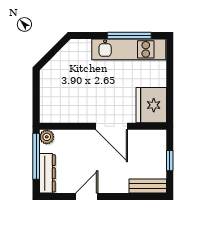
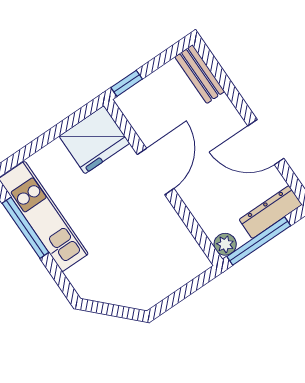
window: (170, 161) -> (127, 83), moved
door: (87, 197) -> (266, 142), width x1.38

